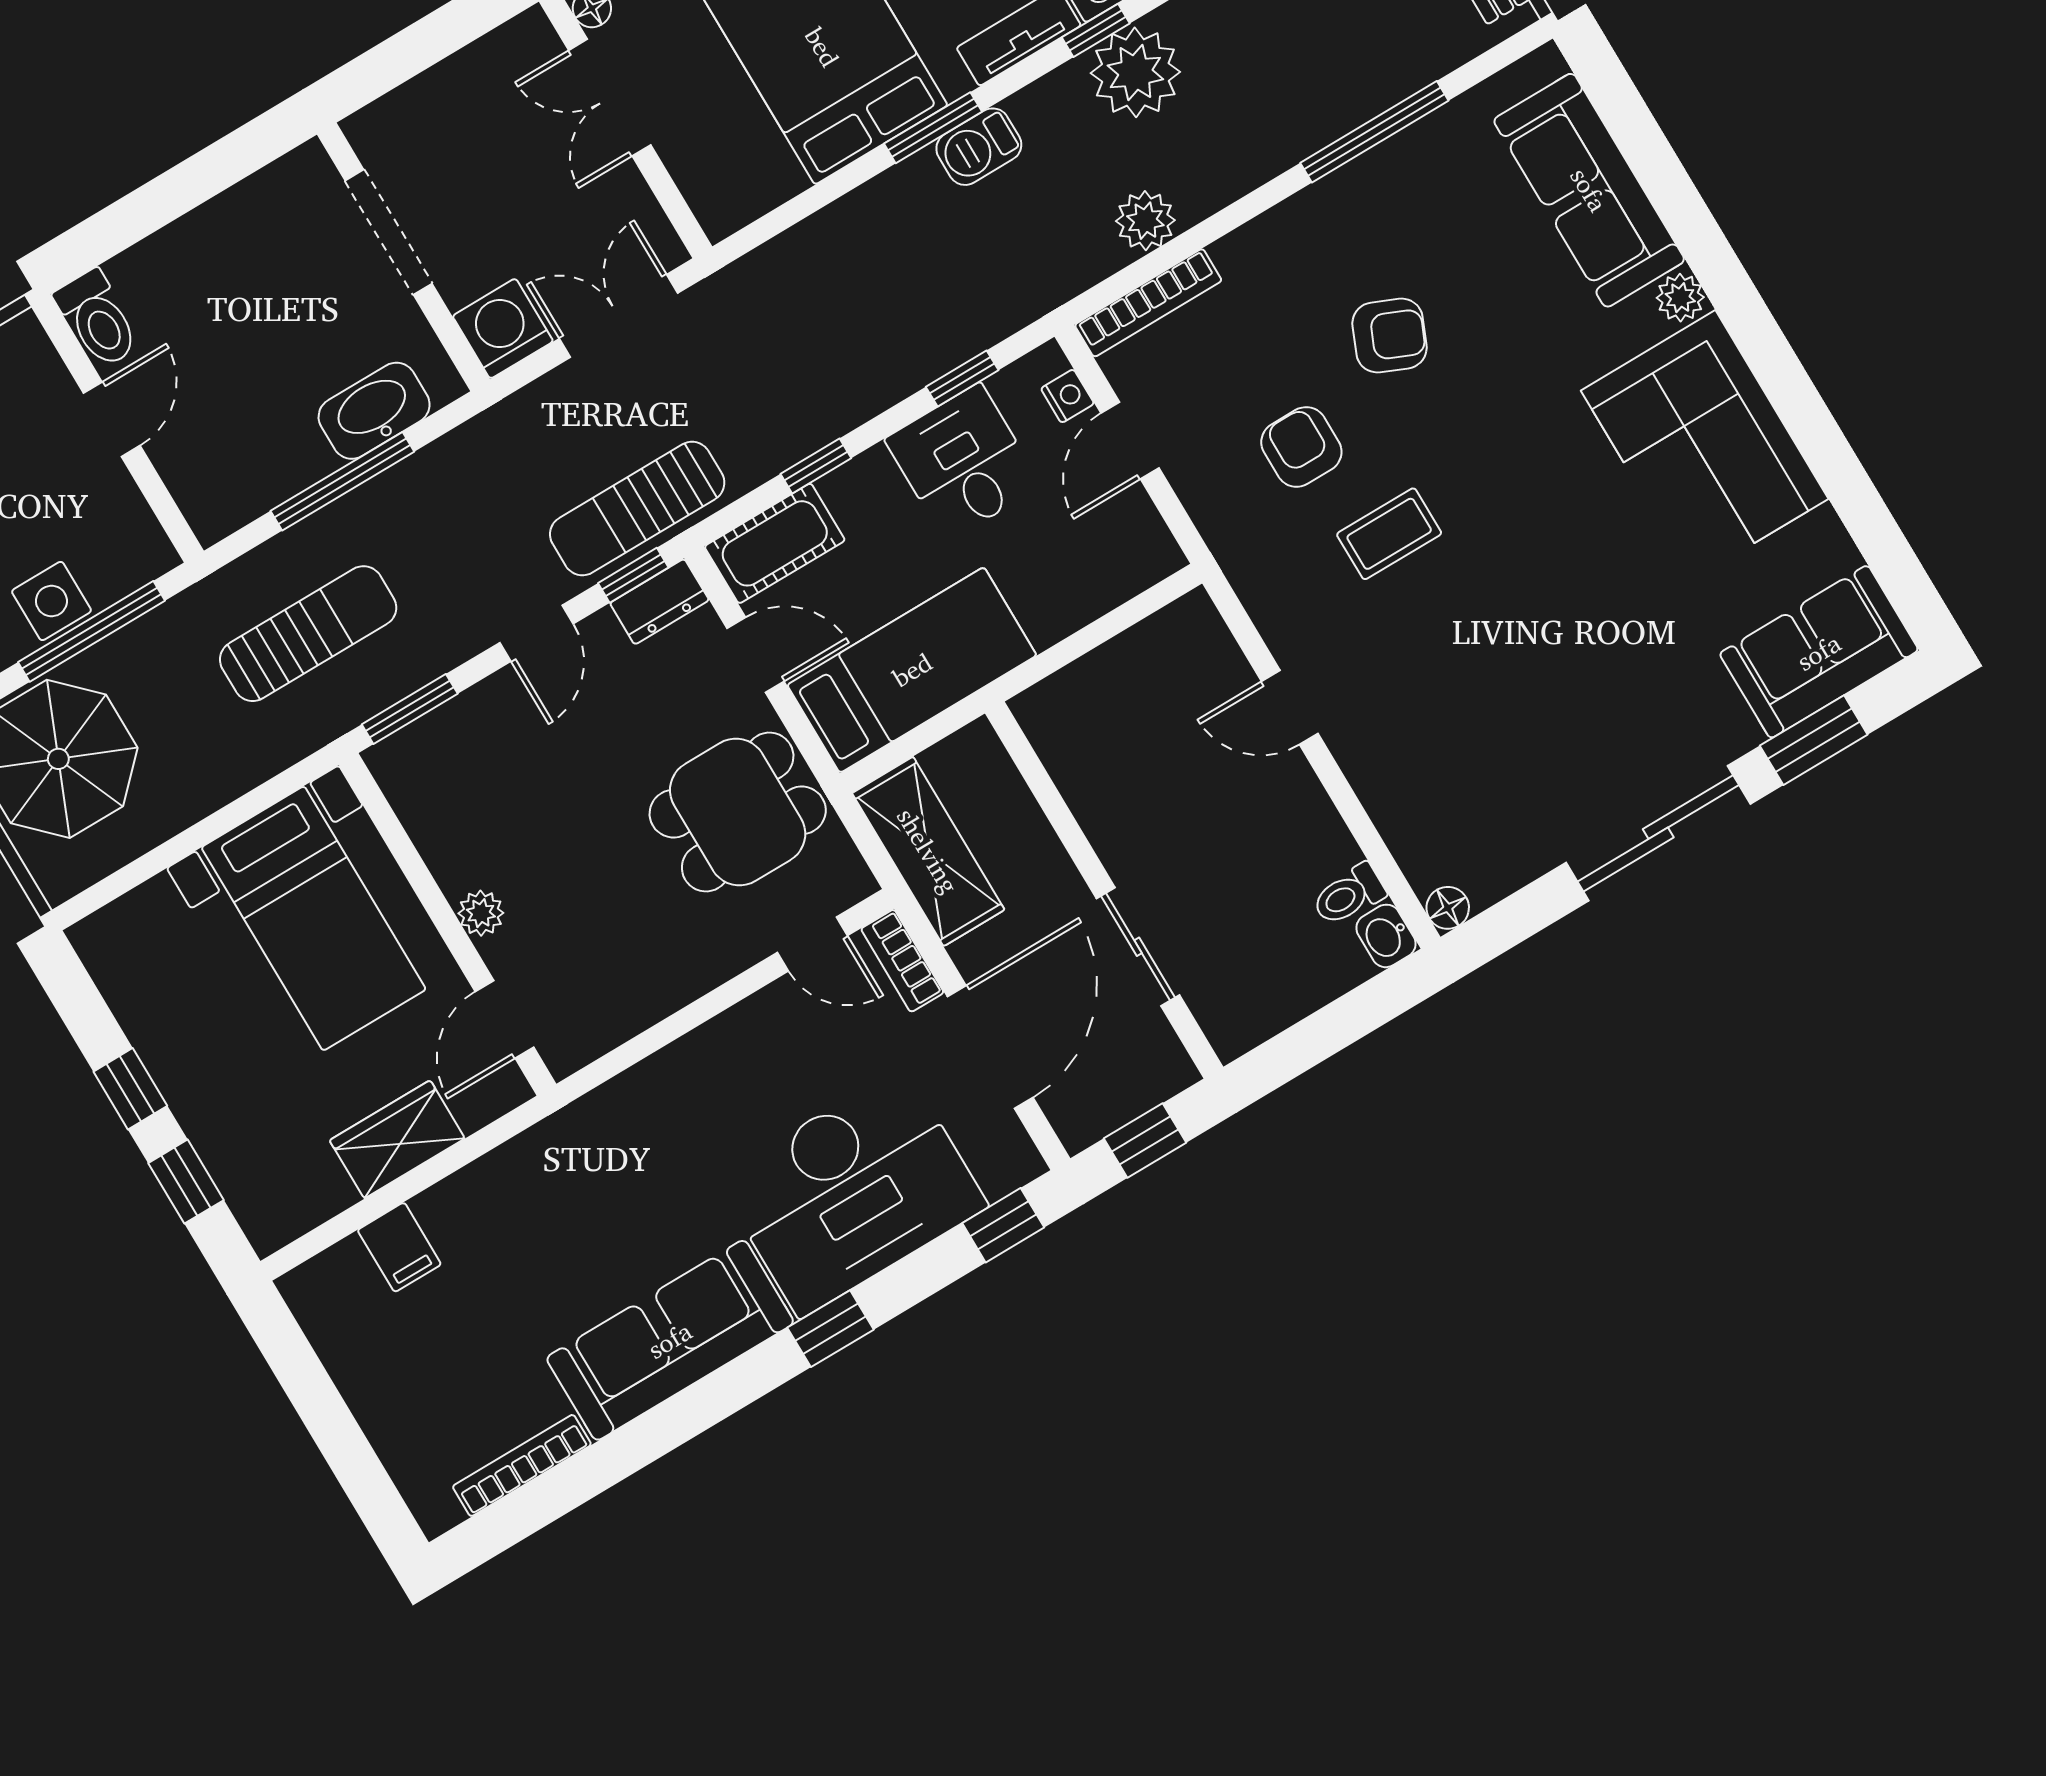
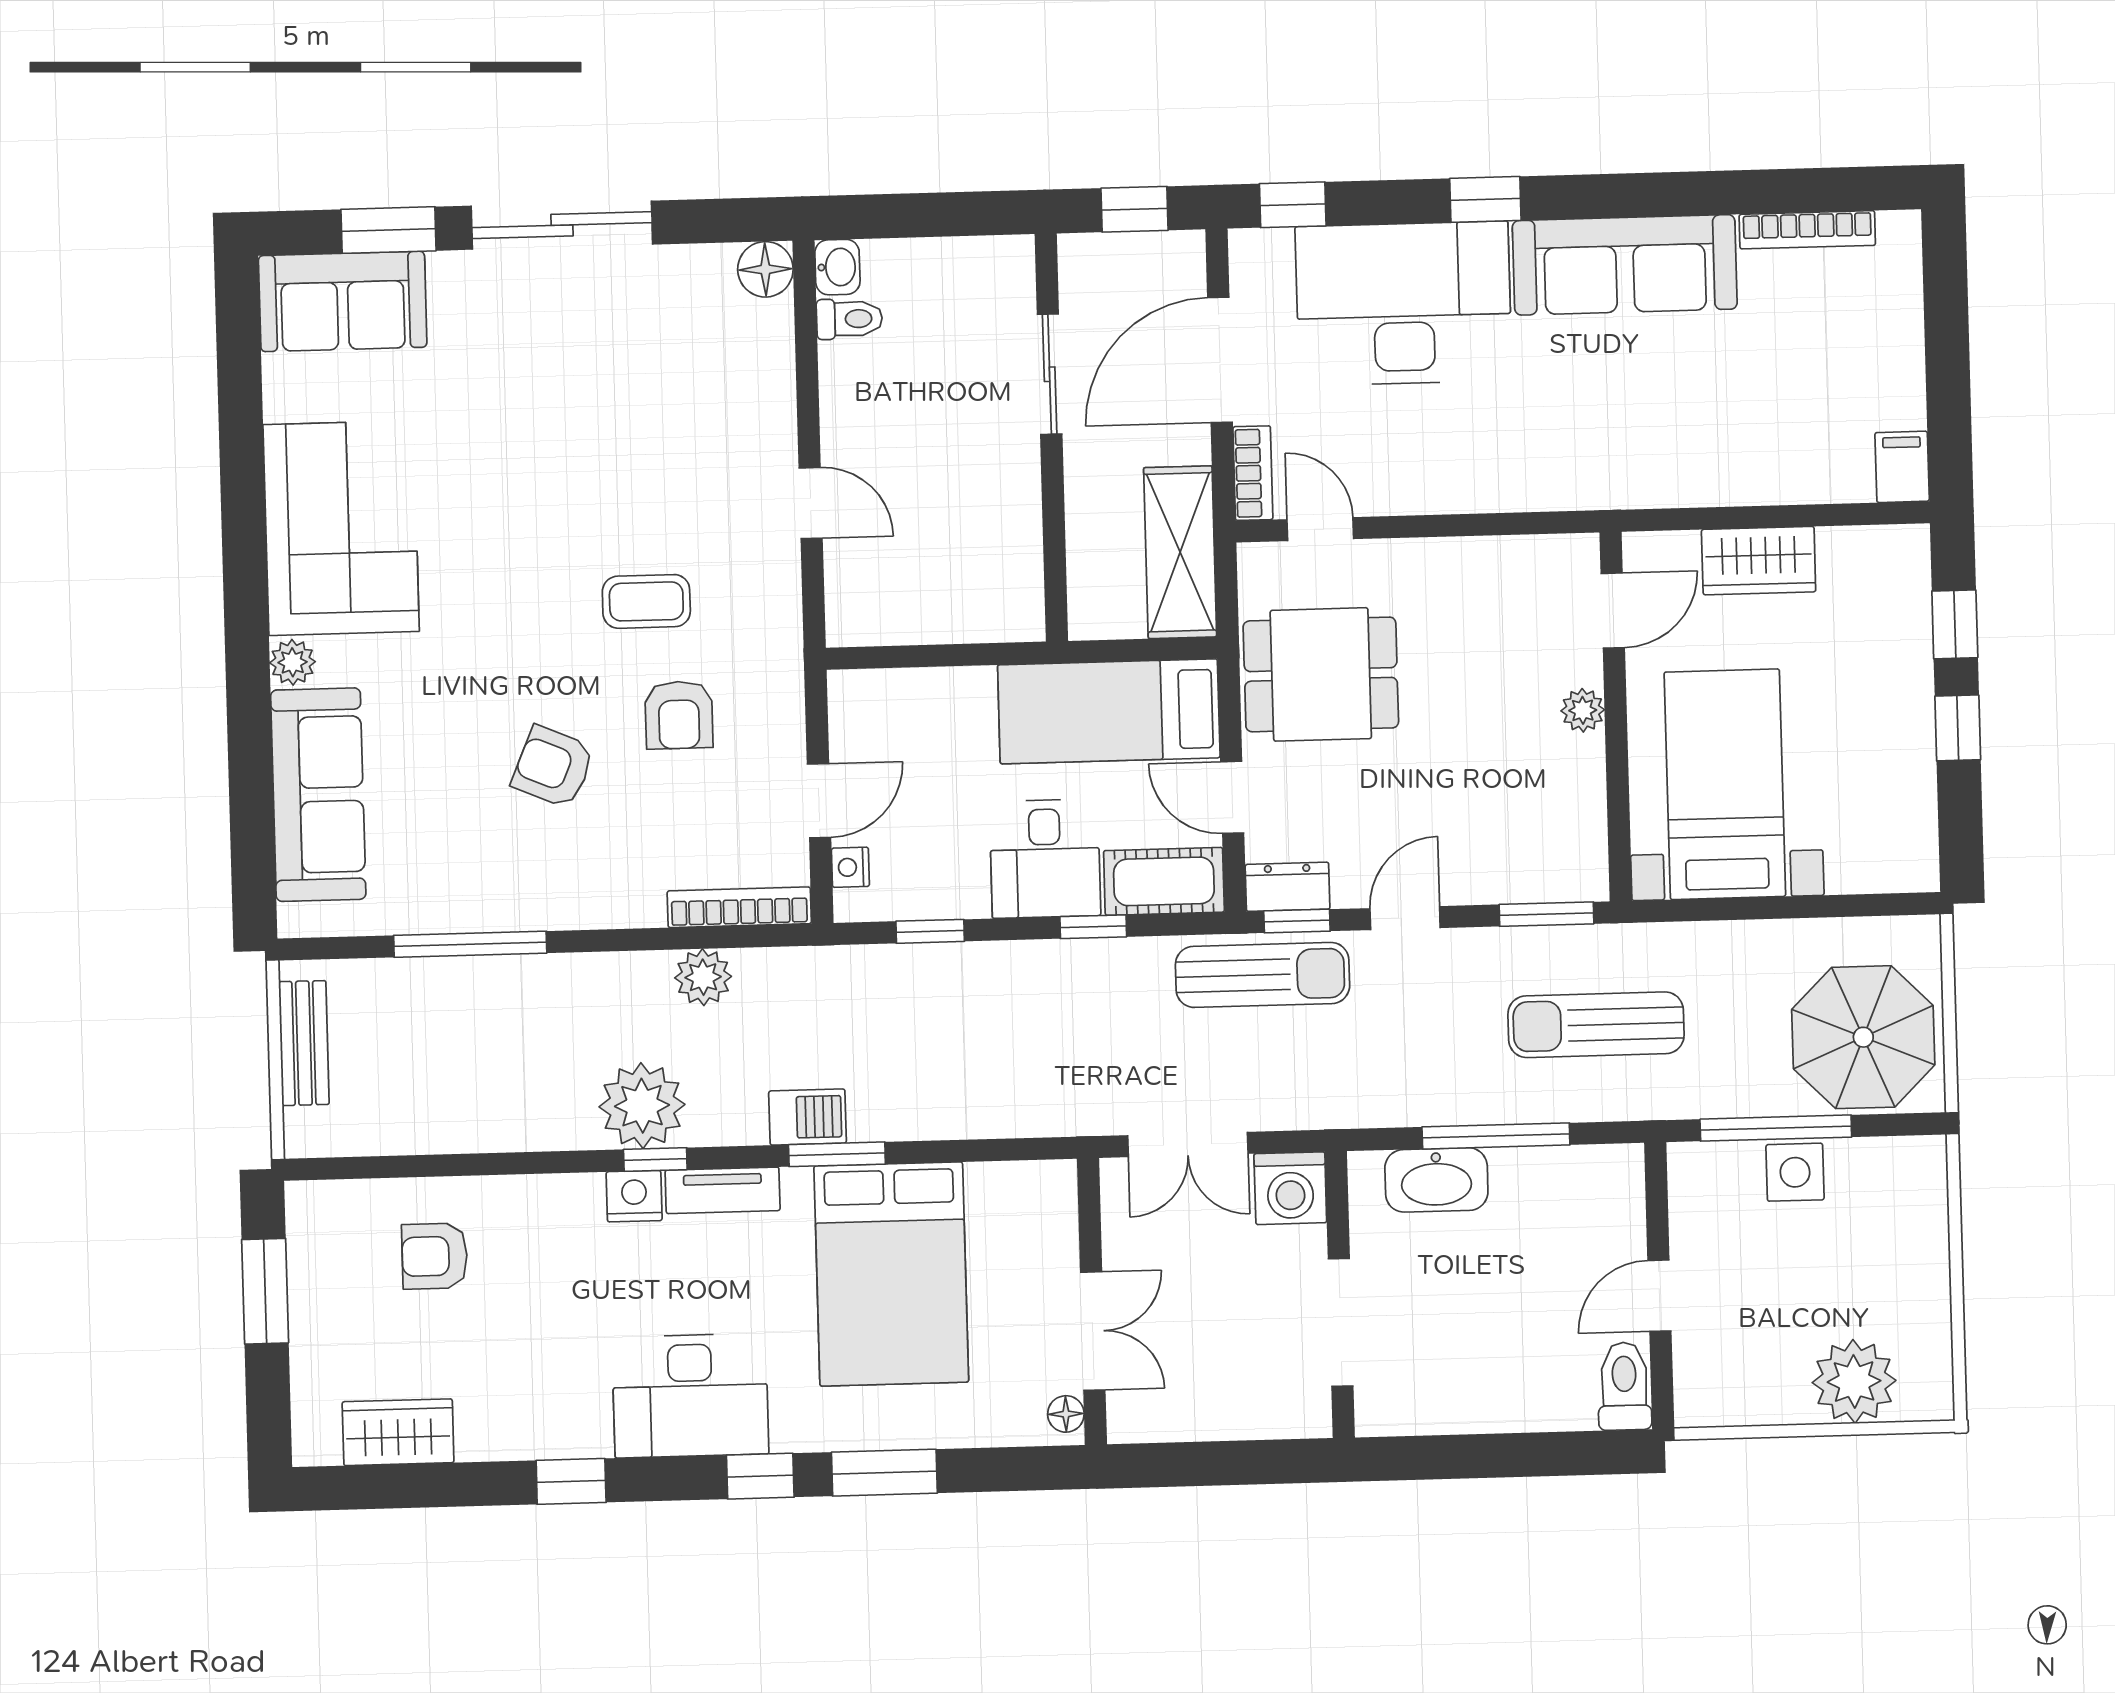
desk: (963, 462) -> (1045, 859), moved
floor lamp: (1448, 908) -> (765, 269), width x1.37, depth x1.37
filing cabinet: (399, 1247) -> (1902, 467), moved

